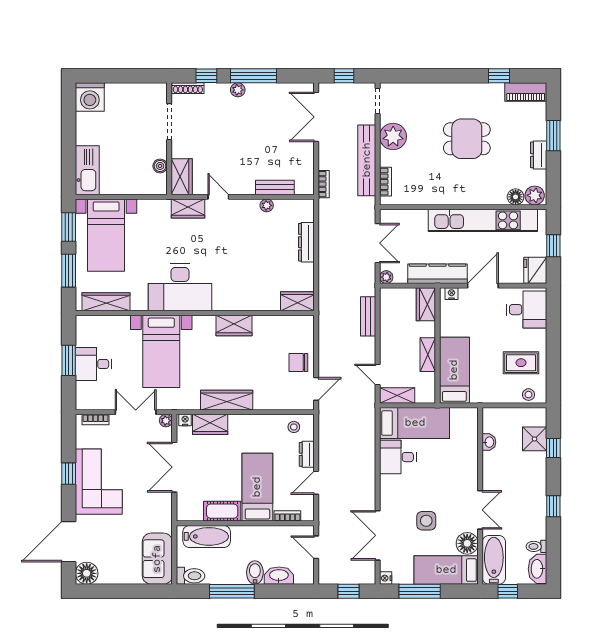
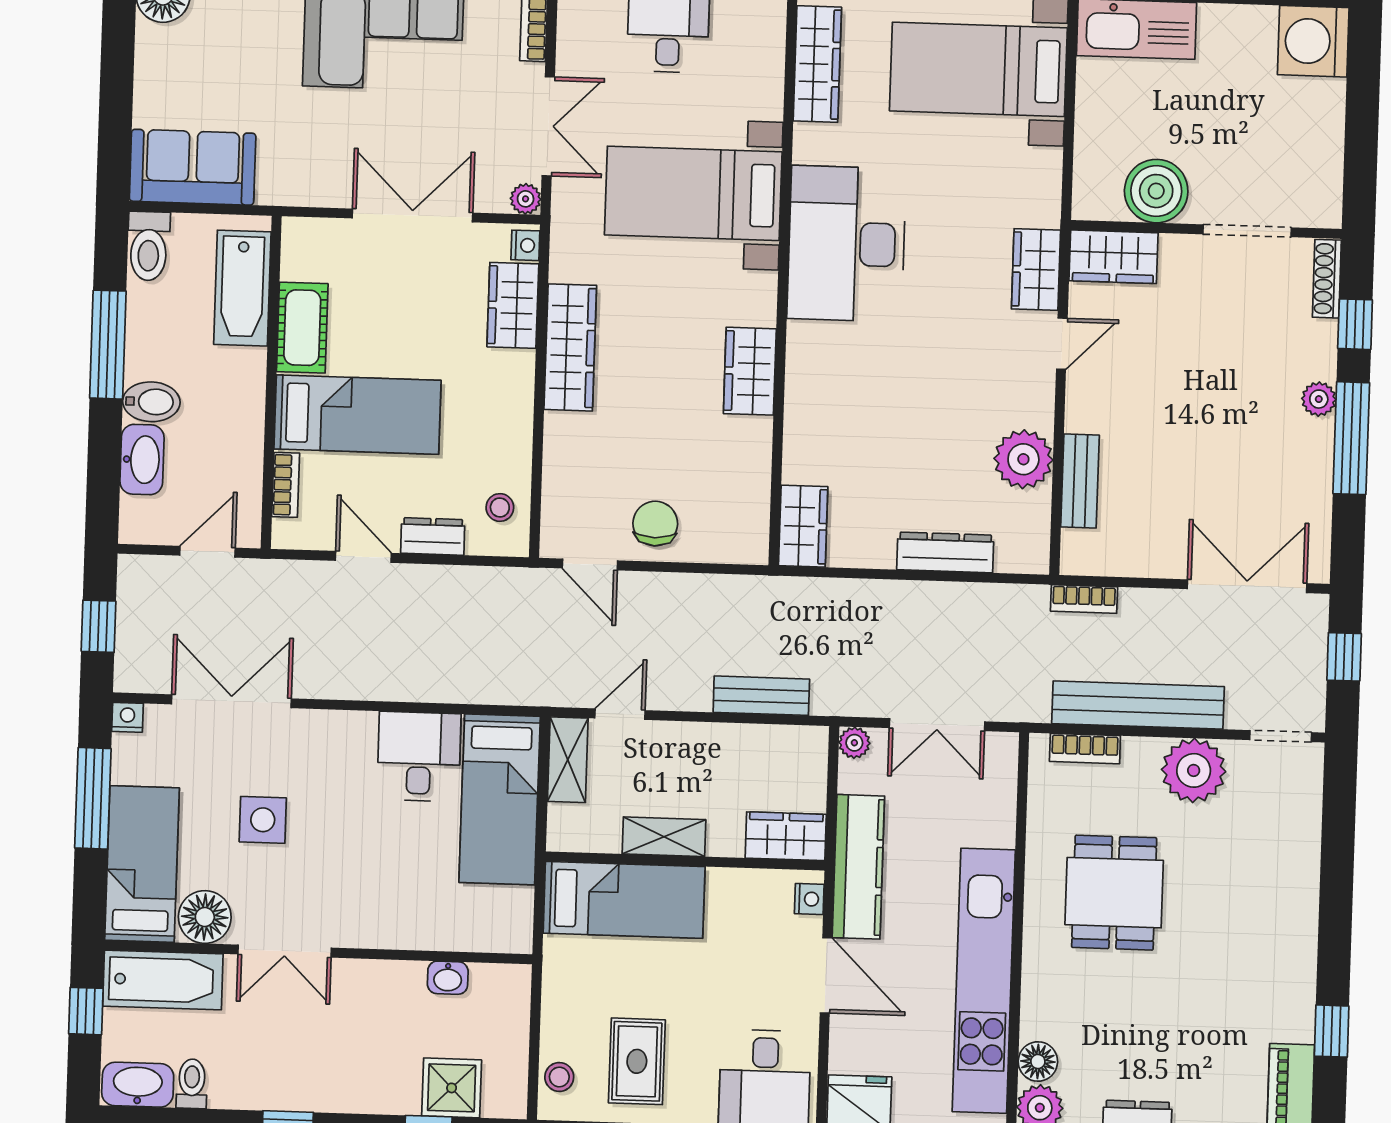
dining table: (467, 139) -> (1114, 893), moved
boiler: (160, 166) -> (1156, 191), width x1.86, depth x1.86
plant: (267, 205) -> (1023, 459), width x1.88, depth x1.88

